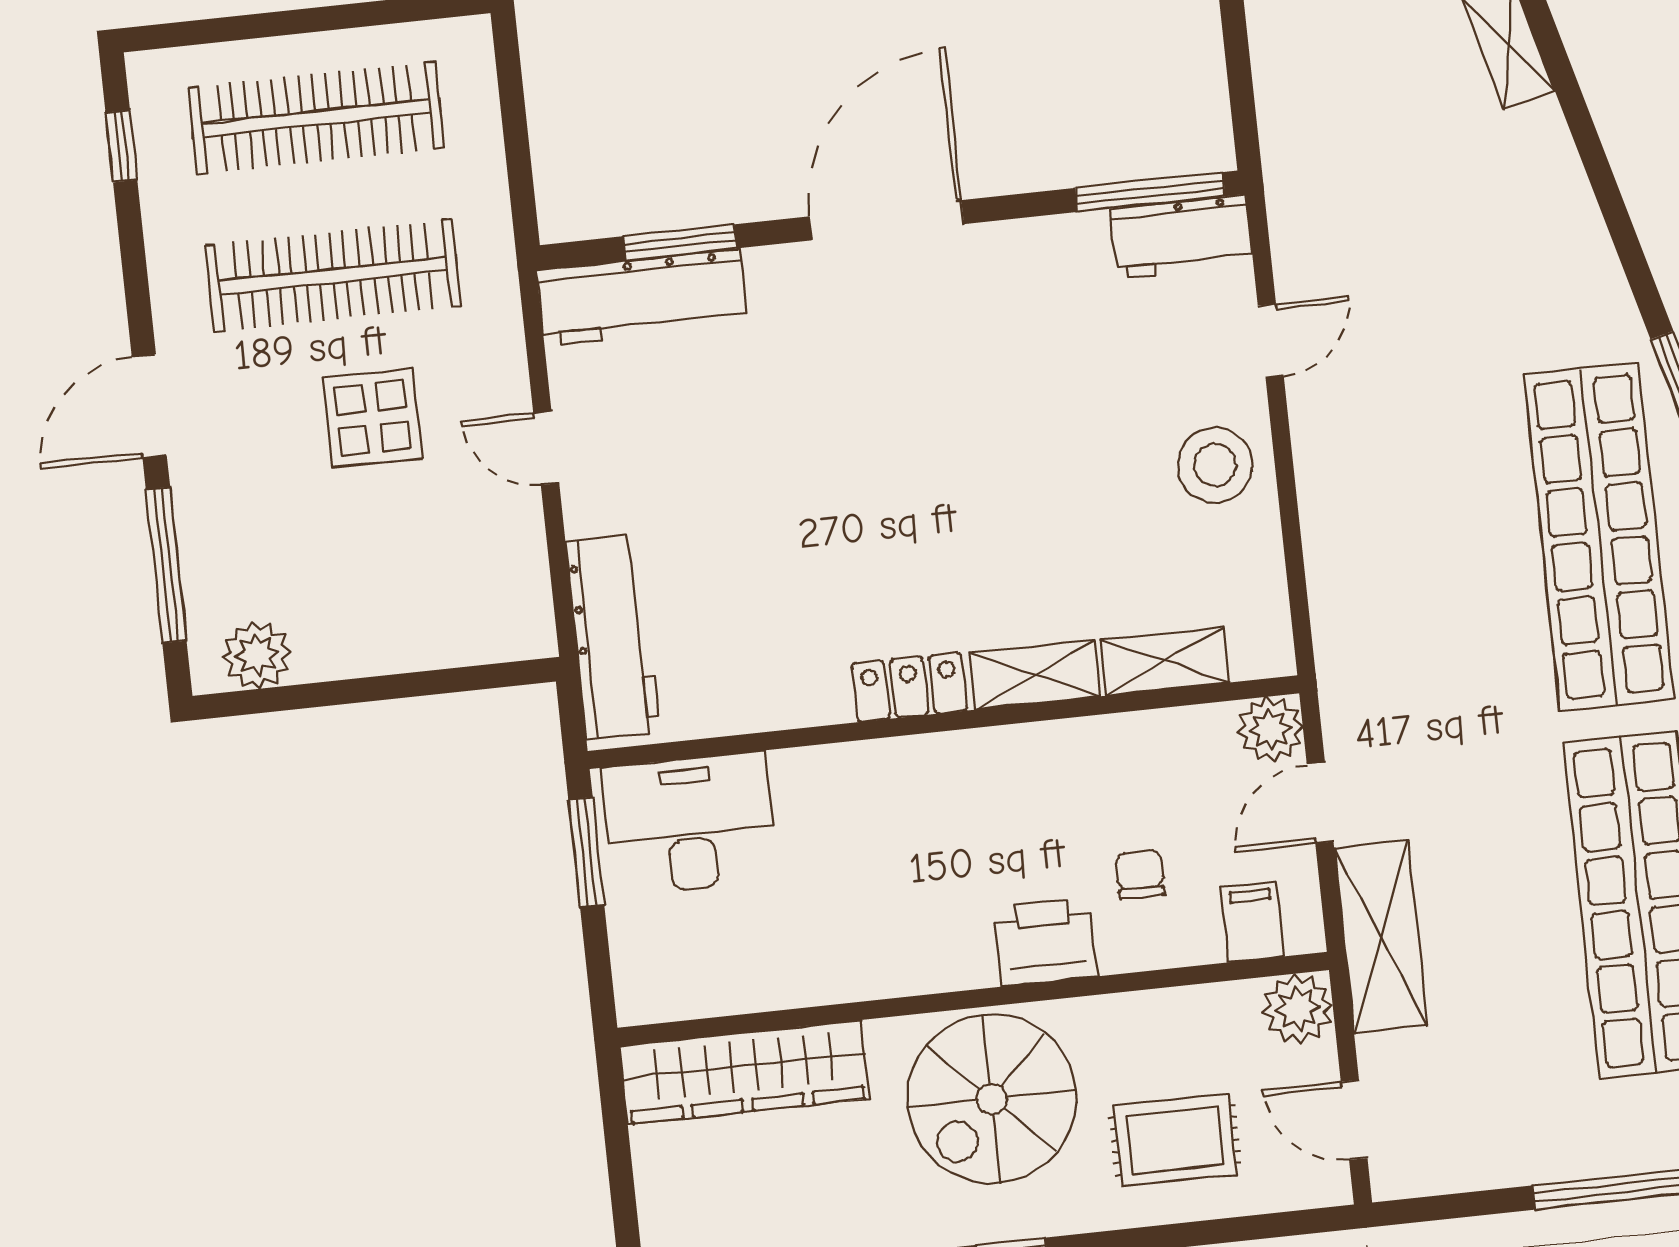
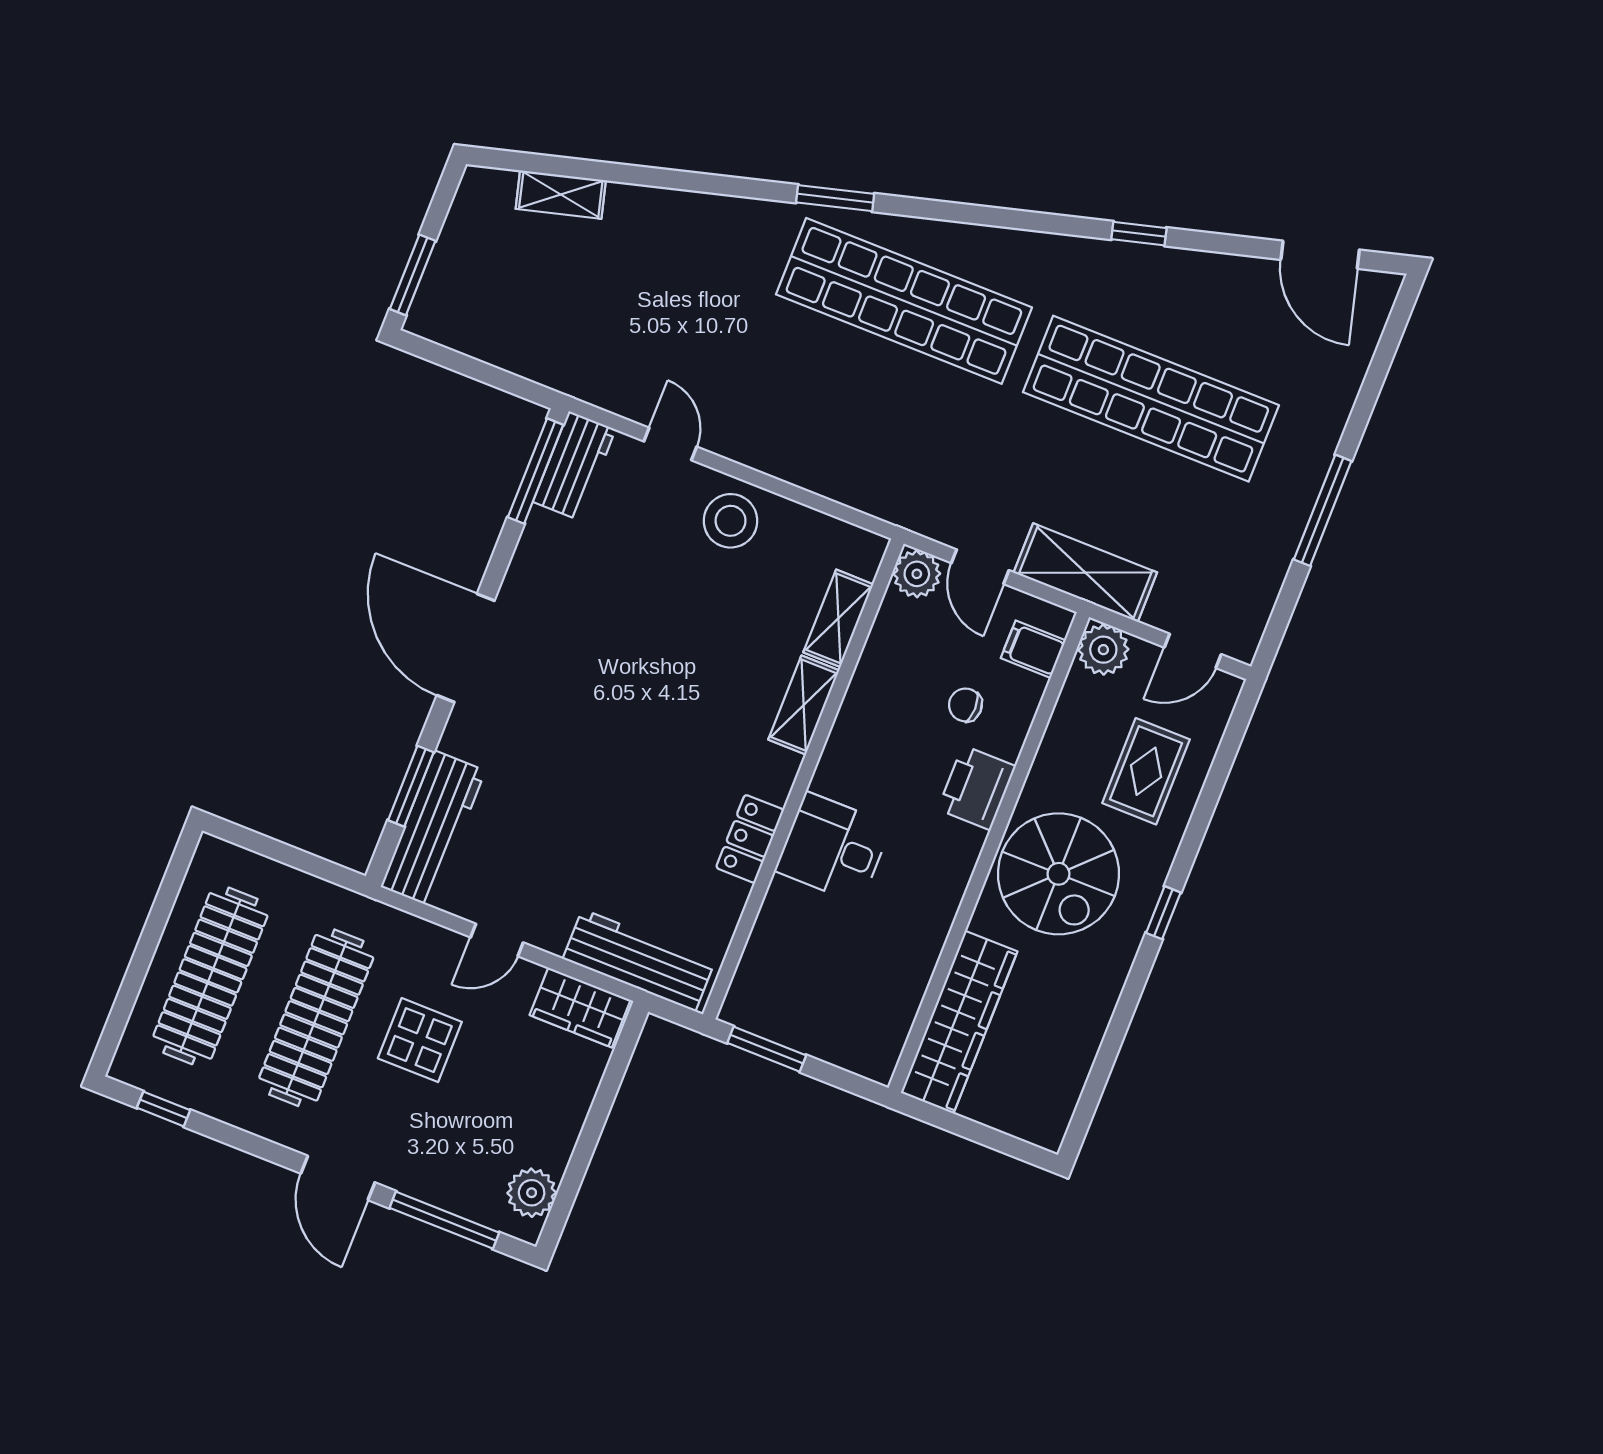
wardrobe: (517, 595) -> (580, 1007), added
locker: (909, 687) -> (750, 839), moved
desk: (689, 824) -> (833, 848), moved, width x0.73

